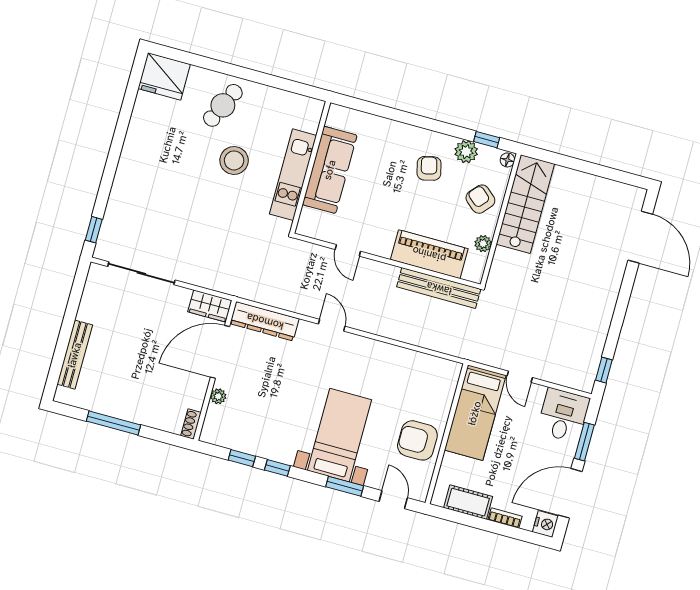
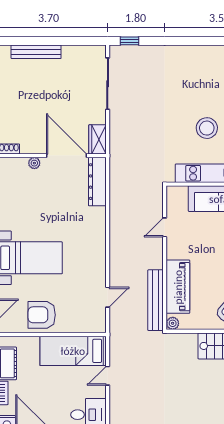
plant: (483, 244) -> (173, 323), moved
door: (332, 325) -> (108, 297), moved
armchair: (417, 440) -> (42, 315), turned -90

